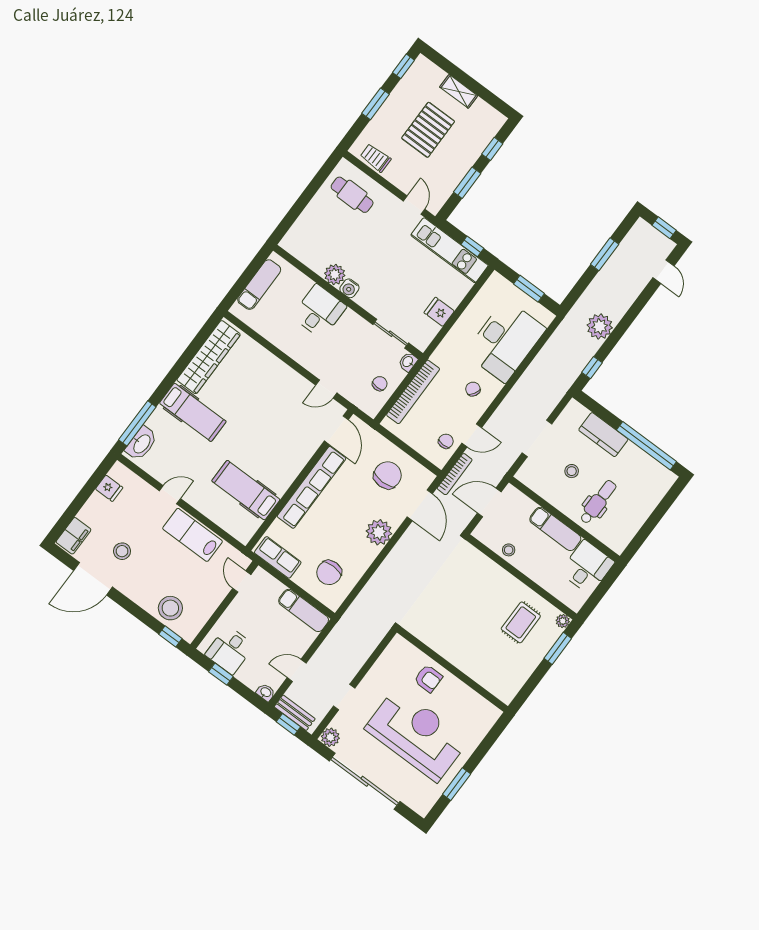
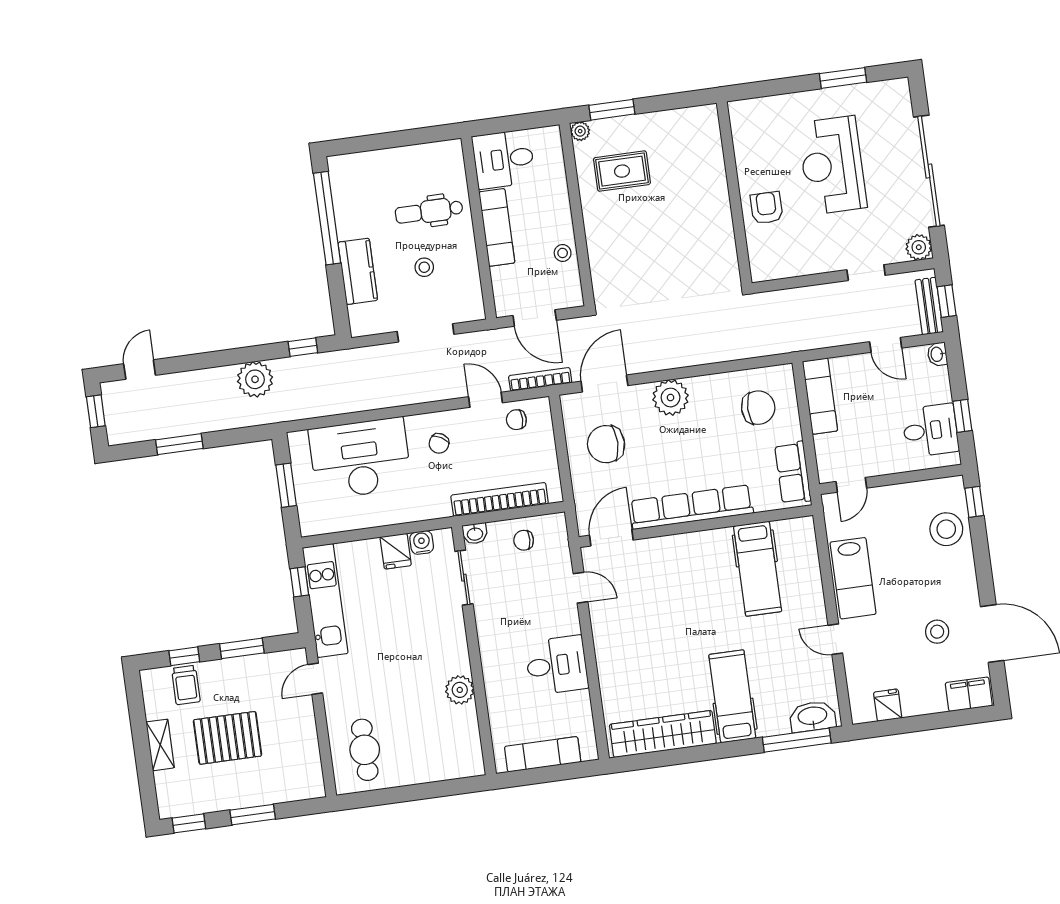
trolley: (375, 158) -> (186, 685), moved
water cooler: (349, 288) -> (422, 542), moved, turned -90
desk: (319, 311) -> (557, 665), moved, turned 180
reception desk: (417, 734) -> (832, 165), width x0.74, depth x0.77

